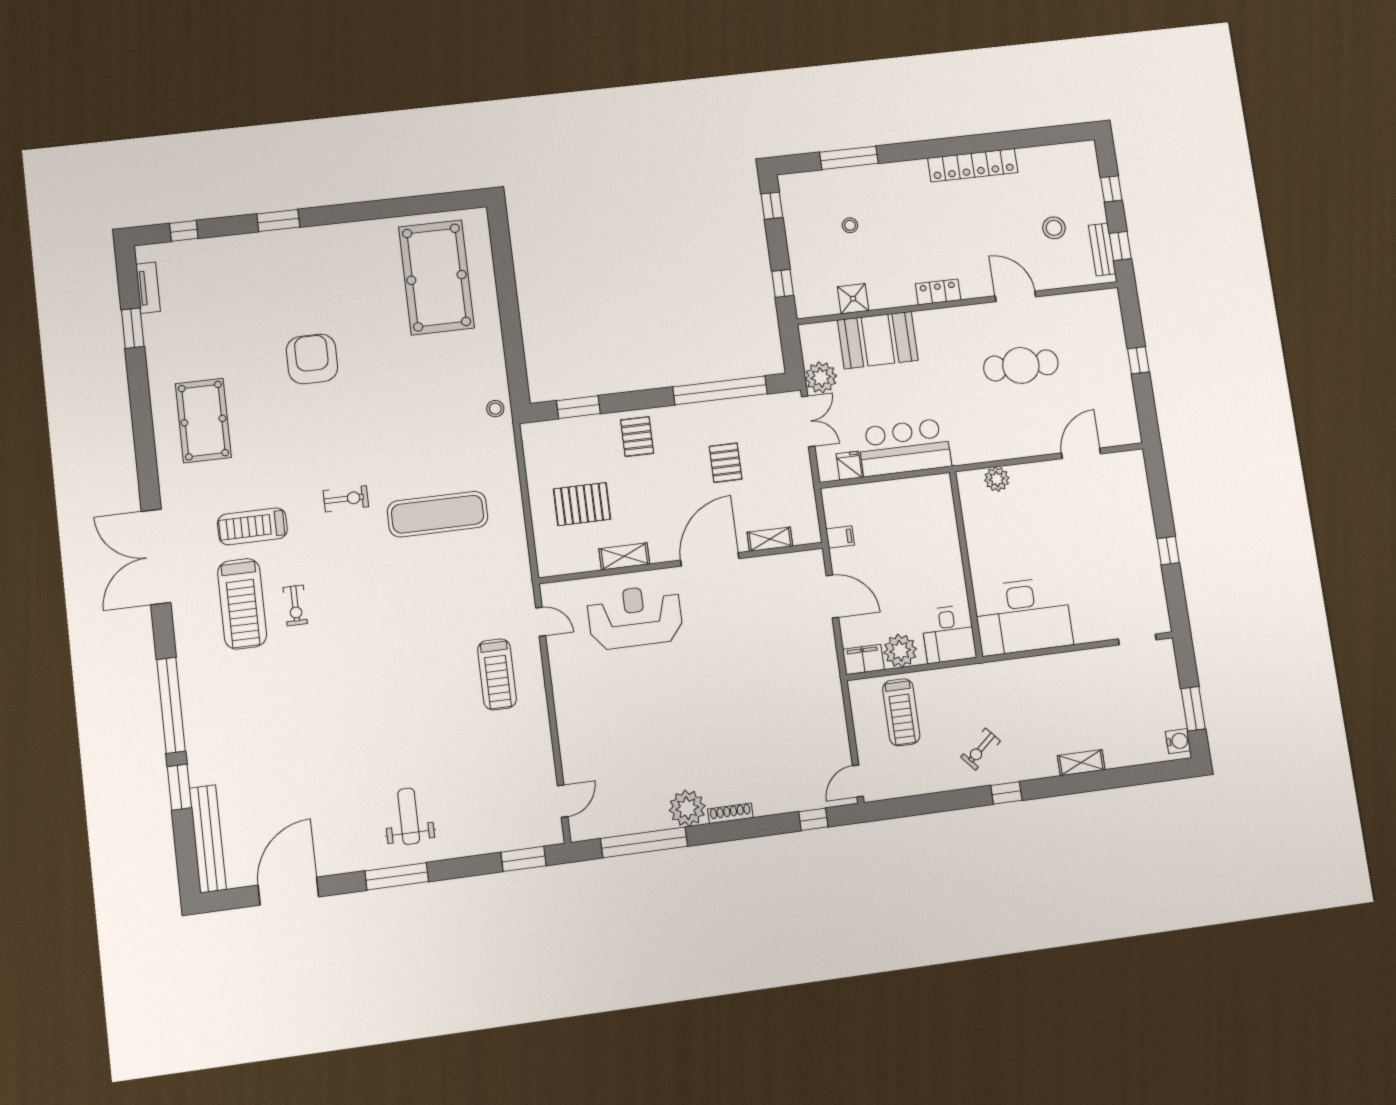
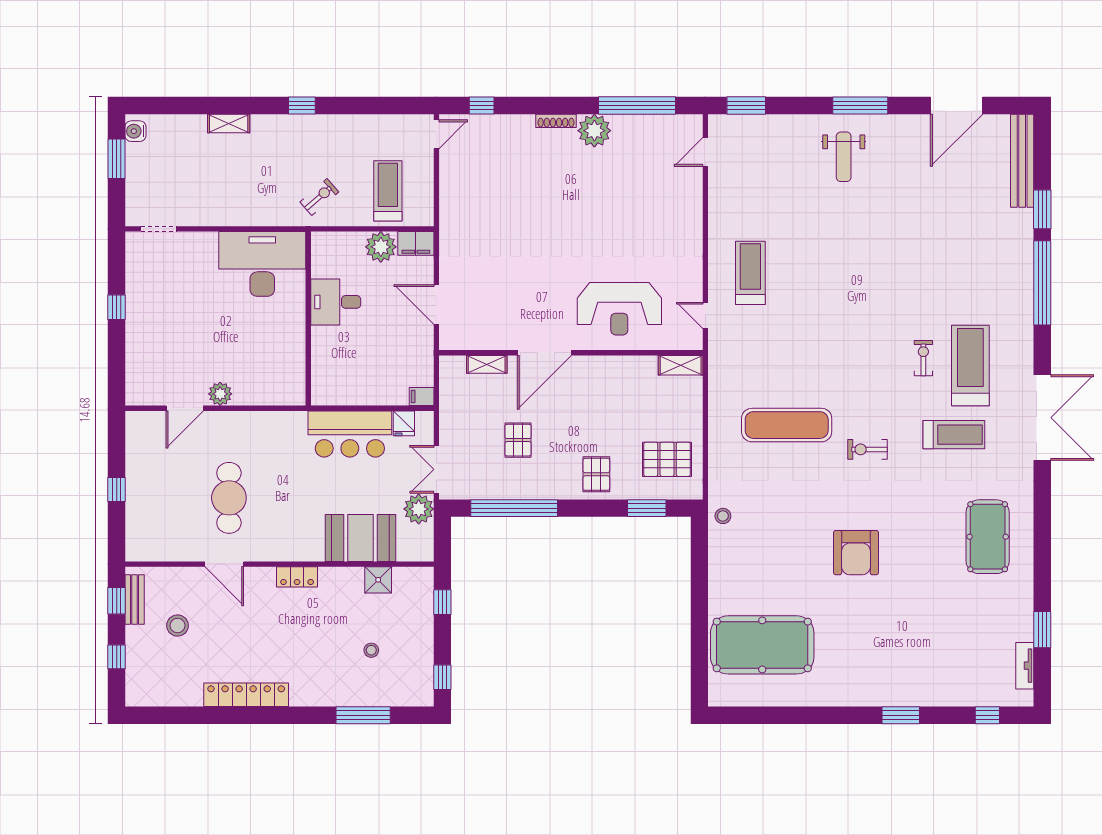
pool table: (437, 277) -> (762, 645), turned 90
armchair: (312, 359) -> (856, 553), moved
cafe table: (1021, 365) -> (229, 498), turned 90
plant: (997, 479) -> (220, 394), moved
pallet: (582, 504) -> (667, 459), moved
filing cabinet: (840, 537) -> (422, 397), moved
shelving: (624, 556) -> (681, 365), moved
desk: (949, 634) -> (336, 302), moved, turned -90
exercise bike: (981, 749) -> (319, 197), moved

